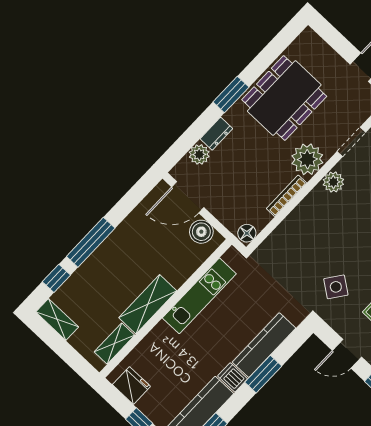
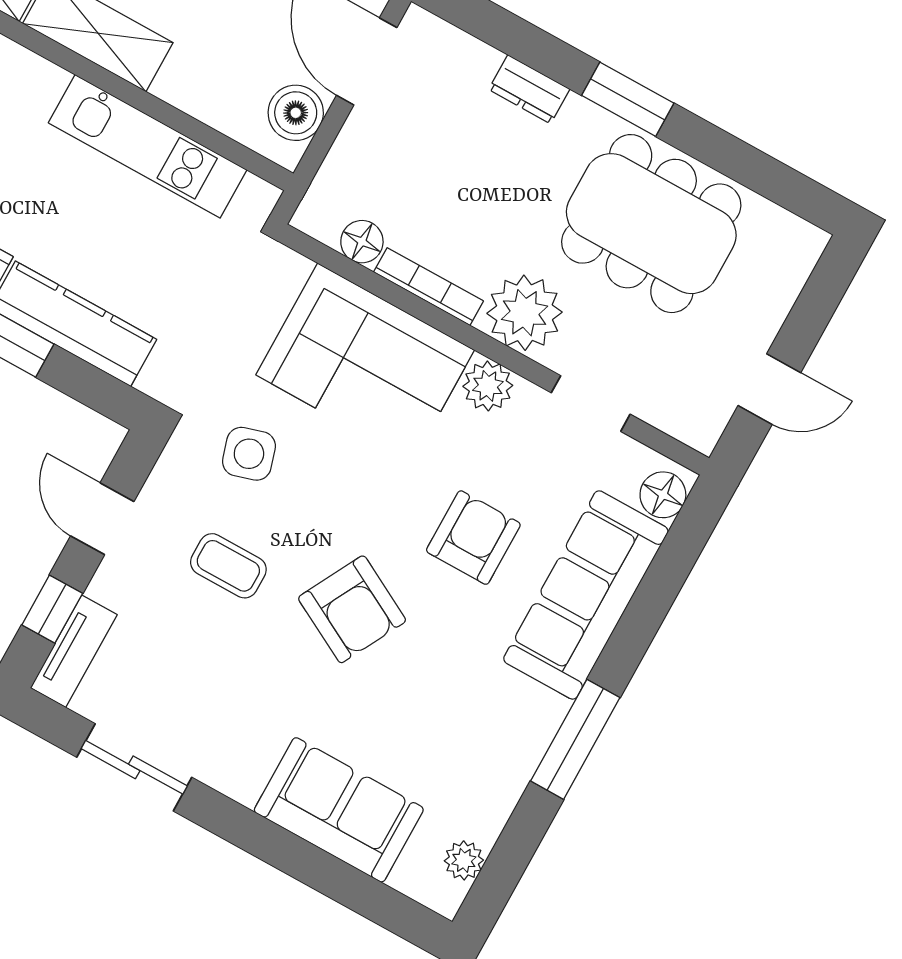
plant: (199, 154) -> (471, 62), removed
corner sofa: (311, 230) -> (365, 362), added
floor lamp: (247, 233) -> (362, 242), moved
side table: (336, 287) -> (249, 454), turned 37

